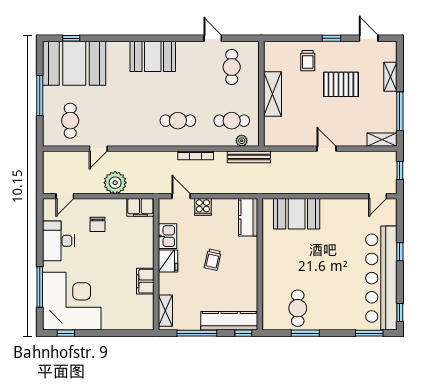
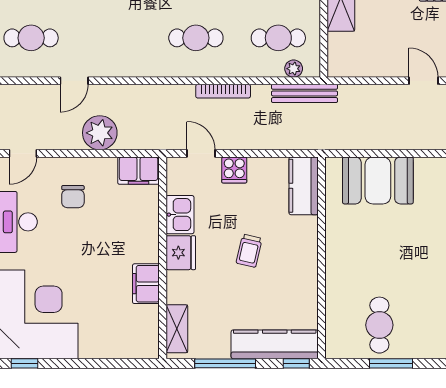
cafe table: (70, 121) -> (31, 38), turned 90

